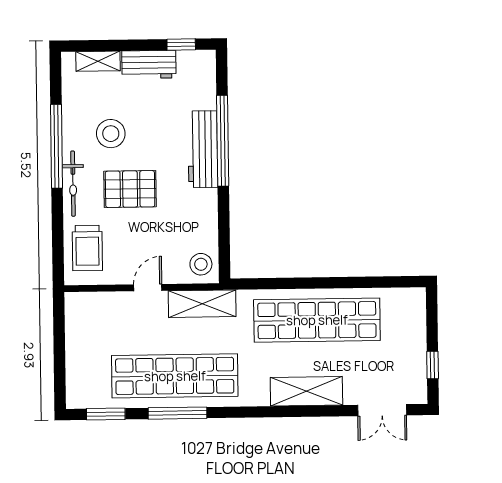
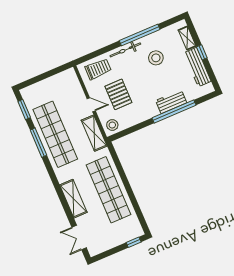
window: (181, 44) -> (202, 52), moved
workbench: (149, 64) -> (197, 67), width x1.38
workbench: (203, 149) -> (171, 102), width x0.73
pallet: (130, 189) -> (118, 94), moved
trolley: (87, 248) -> (98, 69), turned 180
window: (433, 365) -> (134, 242), moved

